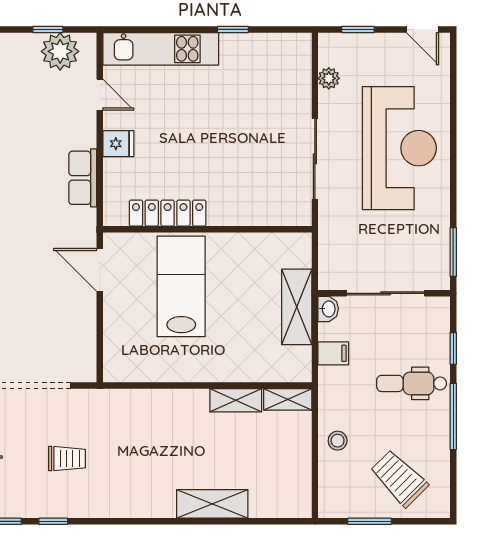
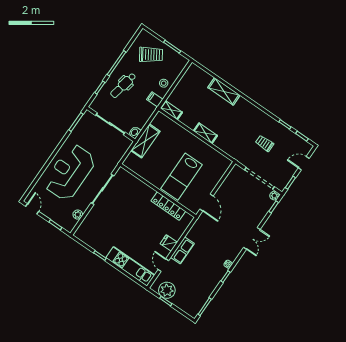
row of seats: (83, 178) -> (182, 250), moved
filing cabinet: (333, 353) -> (155, 99), moved
dental chair: (412, 383) -> (123, 85), turned 101
shelving: (236, 400) -> (205, 133), moved
trolley: (399, 478) -> (151, 55), turned -78

